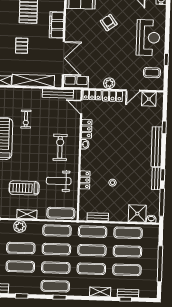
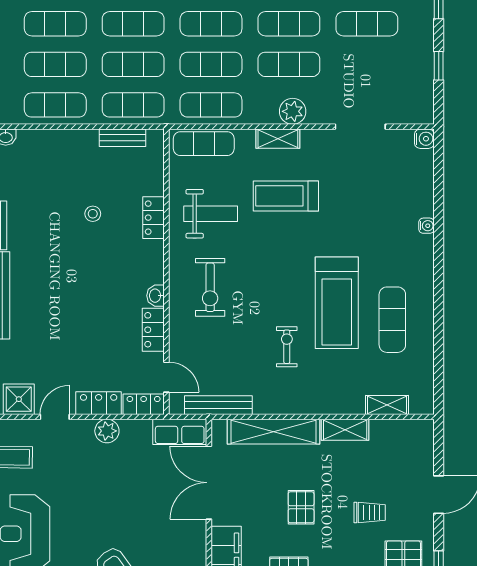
treadmill: (24, 188) -> (286, 196), turned 180
shower: (137, 214) -> (36, 148), removed

